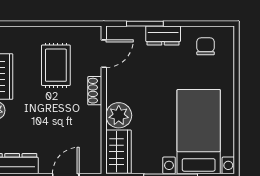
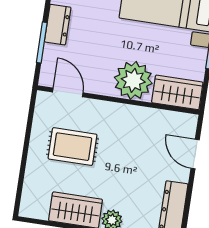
shoe rack: (95, 91) -> (107, 108), removed
plant: (119, 115) -> (133, 80), width x1.36, depth x1.36

